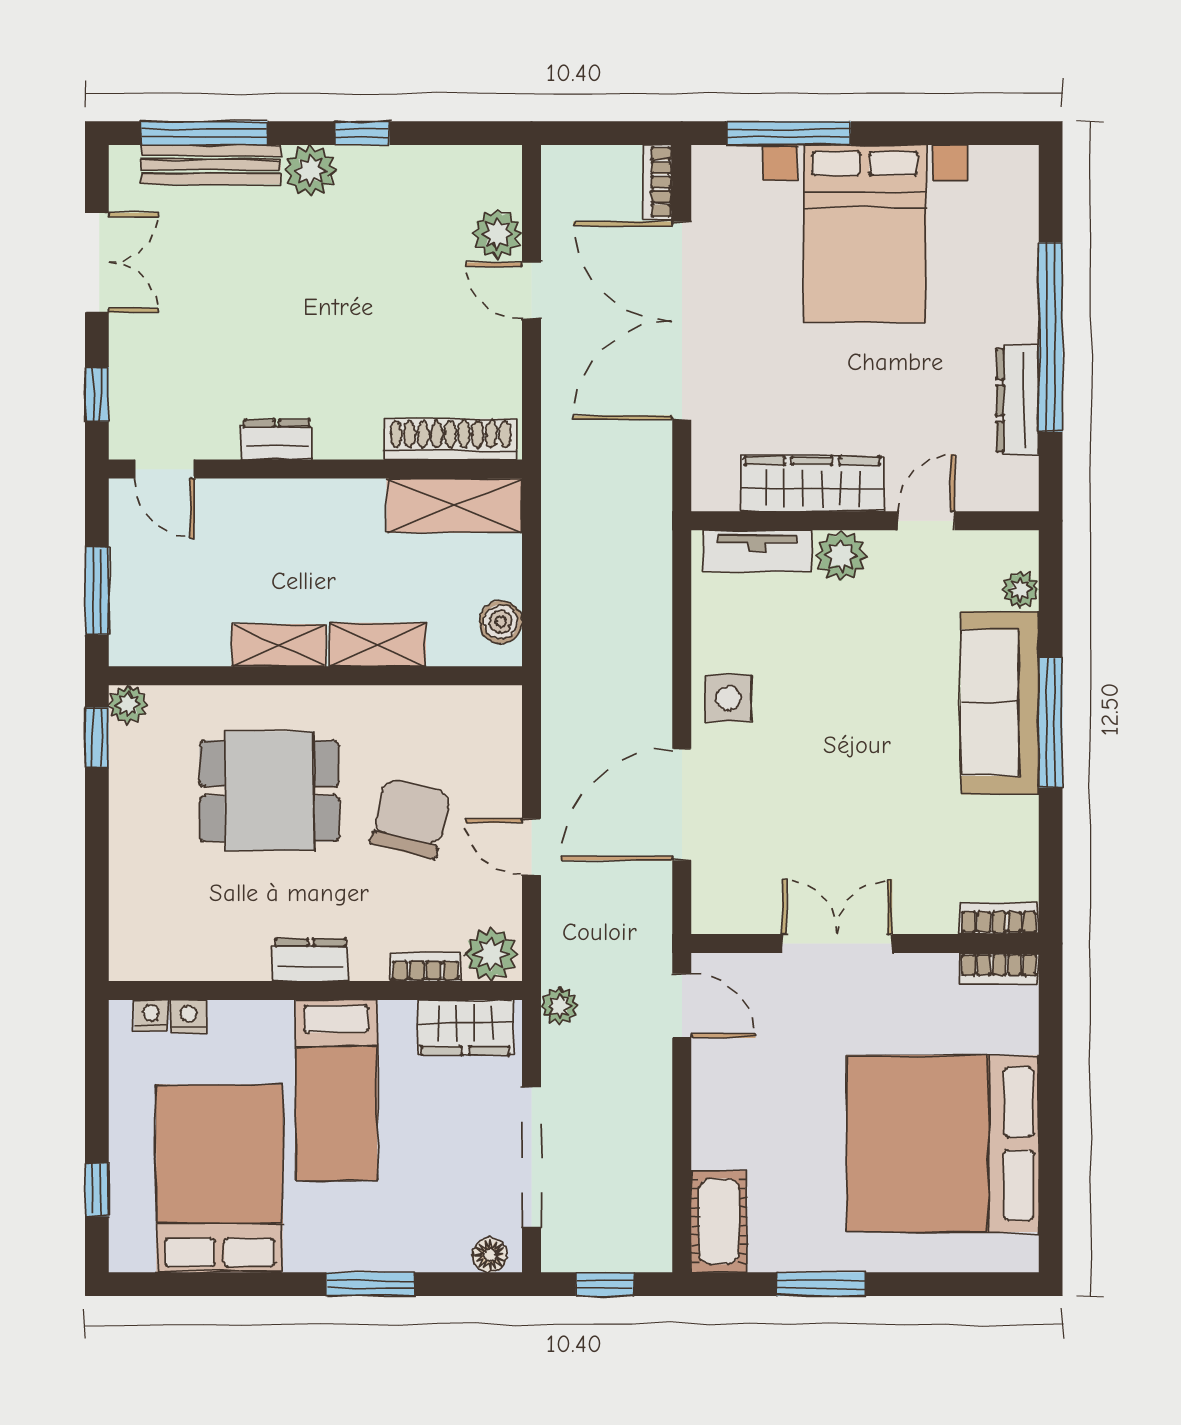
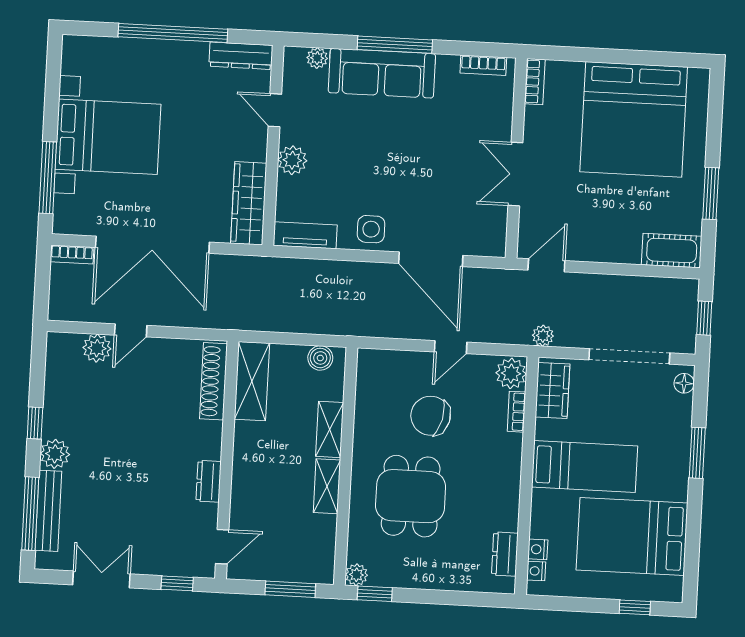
dresser: (1017, 400) -> (241, 56), moved
wardrobe: (812, 484) -> (249, 203), moved
tv unit: (757, 551) -> (305, 235), moved, turned -90
bookcase: (999, 918) -> (483, 65), moved, turned -90
dresser: (311, 960) -> (505, 554), moved

